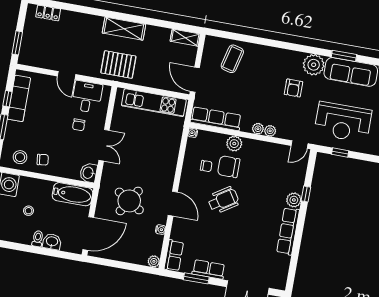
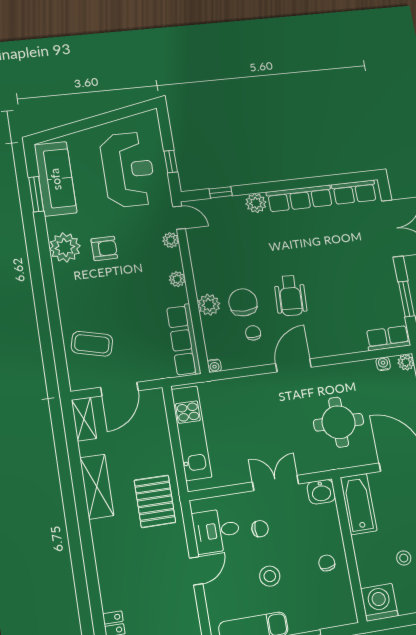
shelving: (124, 29) -> (97, 487), moved
plant: (314, 65) -> (65, 247), moved
door: (195, 80) -> (119, 389), moved
plant: (270, 131) -> (171, 240), moved
stool: (20, 157) -> (270, 576), moved
chair: (229, 167) -> (243, 302), turned 180
window: (306, 194) -> (221, 192), moved
wheelchair: (223, 200) -> (290, 296), turned -144
round table: (129, 201) -> (339, 422), turned -32
door: (173, 204) -> (293, 365), moved
water cooler: (161, 230) -> (383, 364), moved
row of seats: (209, 269) -> (354, 192), moved, turned -90

